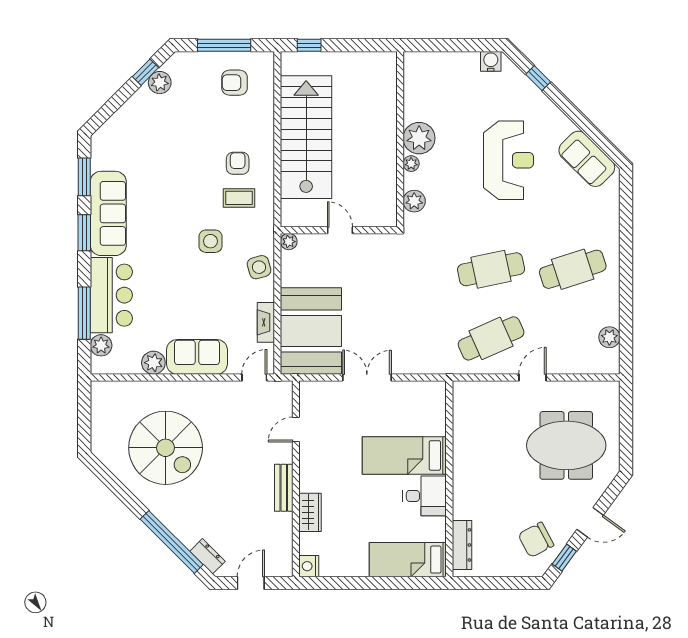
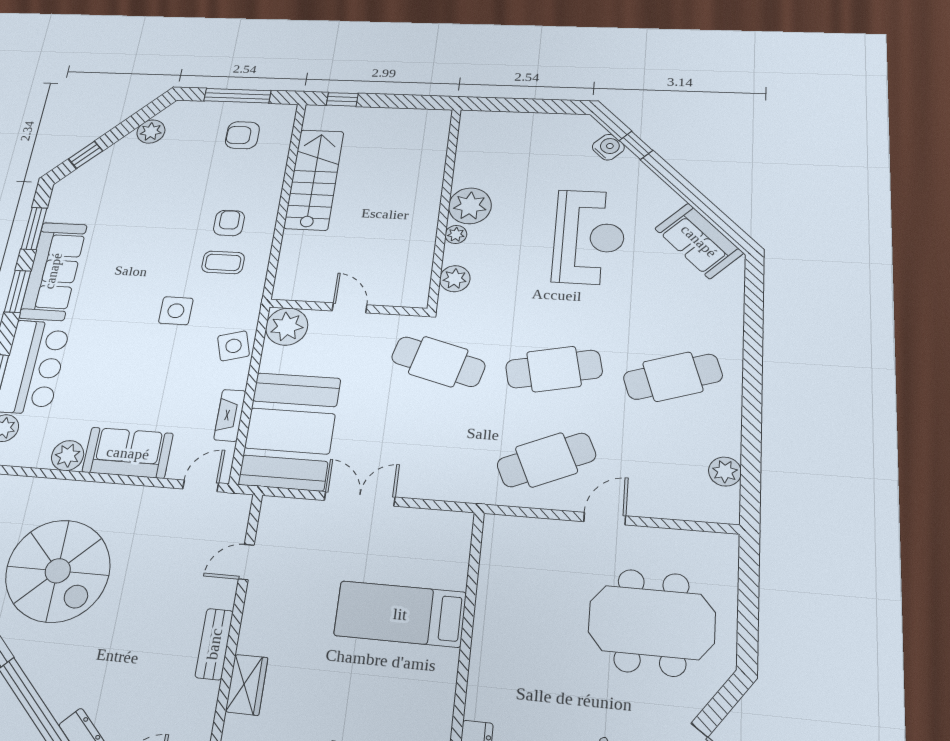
water cooler: (491, 61) -> (608, 147), moved, turned 45
window: (146, 72) -> (86, 155), moved
stairs: (306, 137) -> (314, 179), width x0.73, depth x0.66
plant: (289, 242) -> (287, 327), width x1.88, depth x1.88
cafe table: (409, 269) -> (438, 362), added
desk: (425, 496) -> (424, 678), removed

